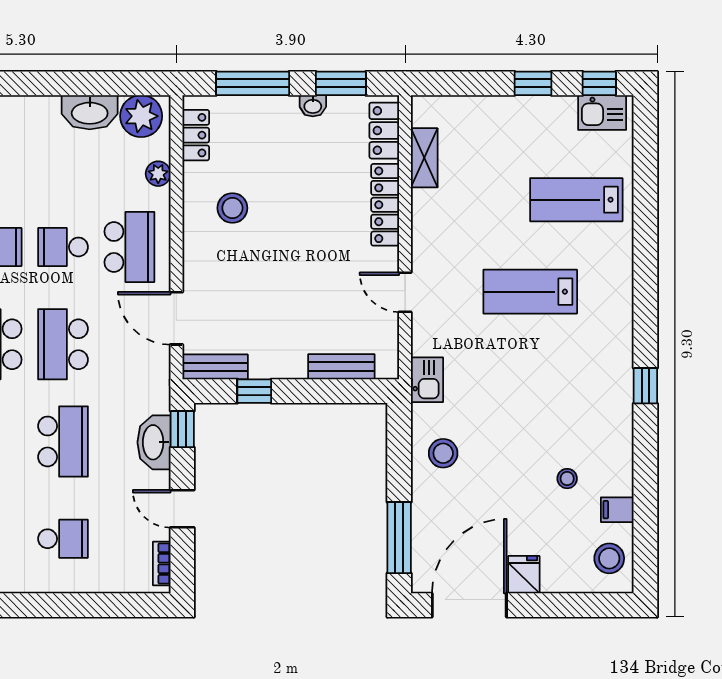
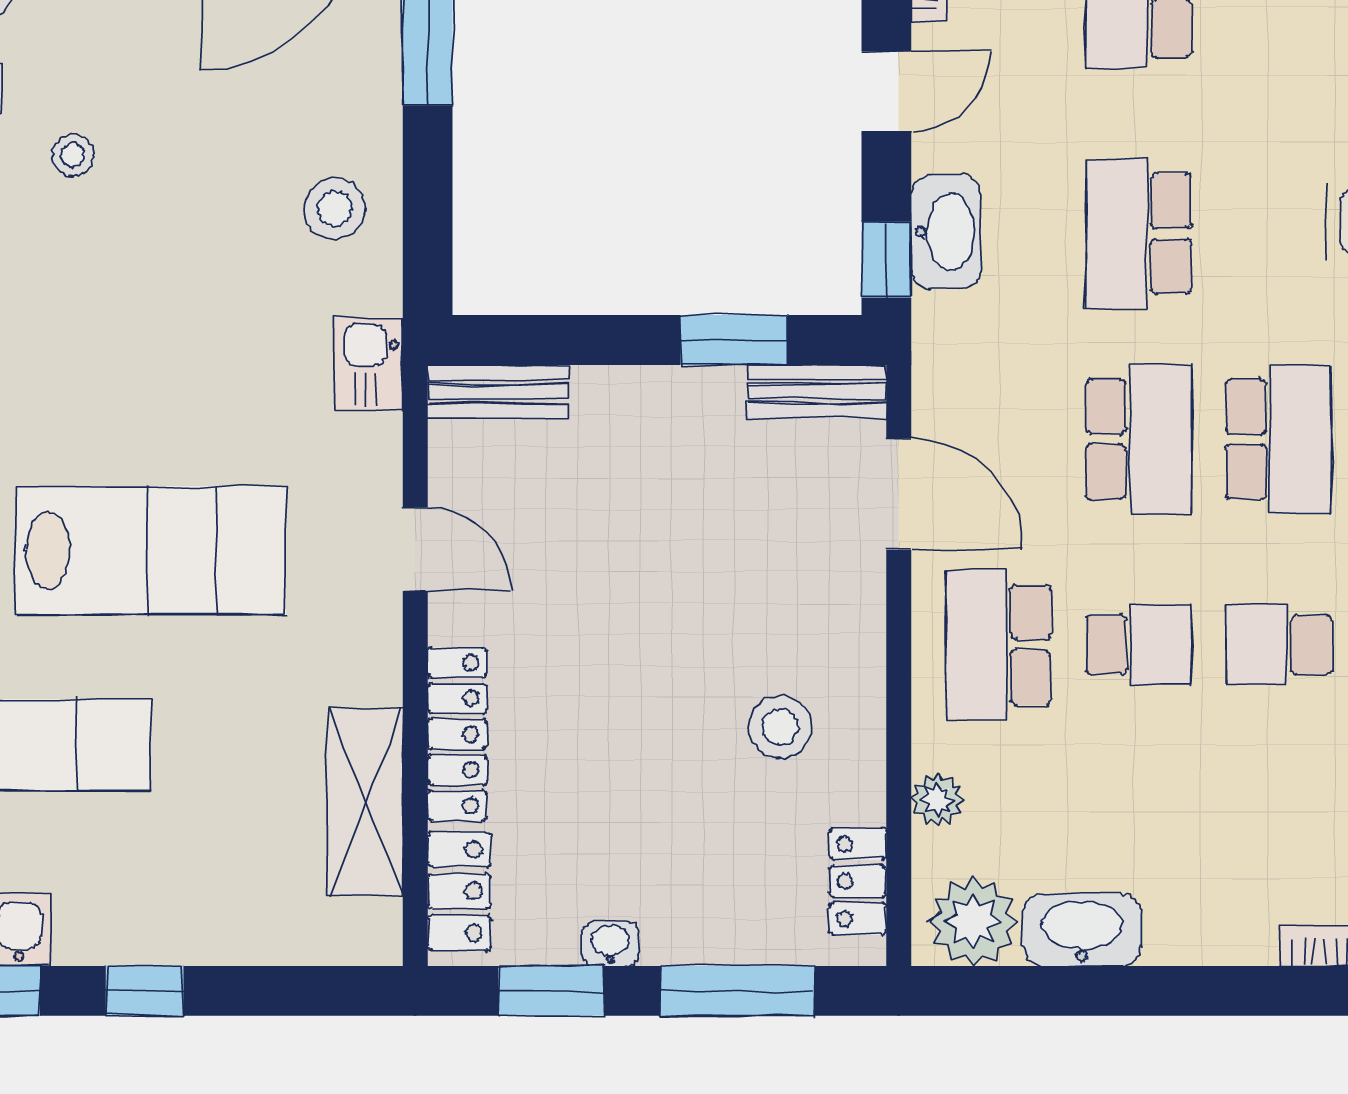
shelving: (424, 158) -> (365, 802), width x1.50, depth x1.33
lab bench: (530, 292) -> (151, 550), width x1.36, depth x1.39
bench: (341, 367) -> (498, 392), moved
window: (254, 391) -> (734, 340), width x1.50
door: (182, 509) -> (886, 91), hinge flipped

